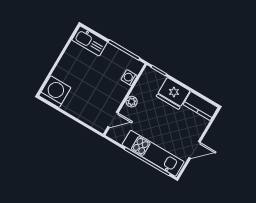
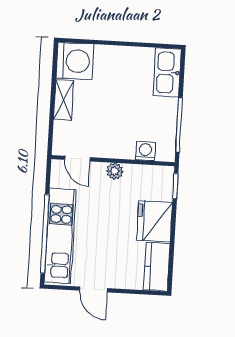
shelving: (74, 110) -> (64, 100), added

